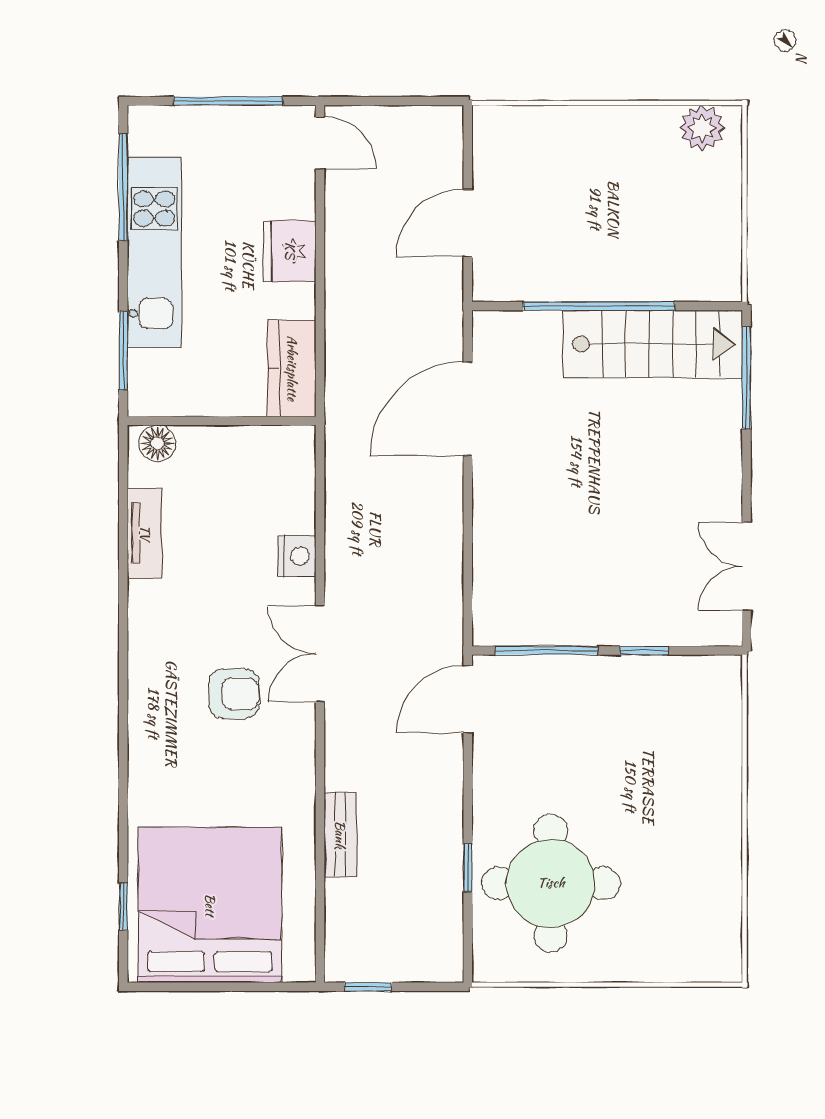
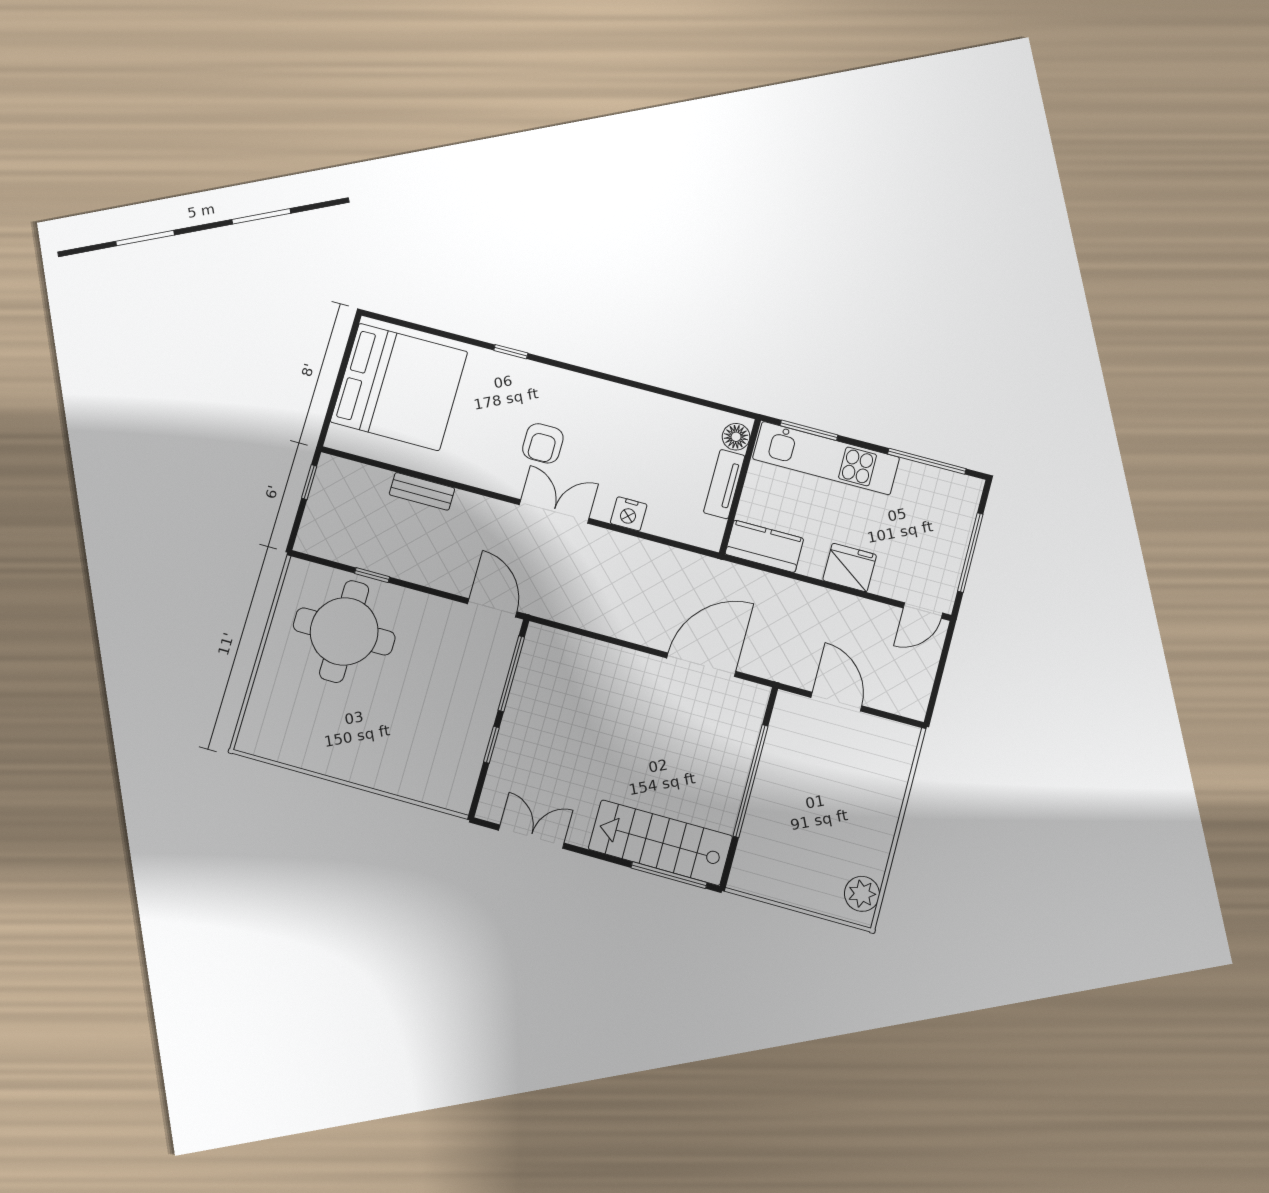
kitchen unit: (154, 253) -> (826, 458), moved
stairs: (653, 344) -> (660, 843), moved, turned 90
door: (468, 409) -> (701, 665), hinge flipped
tv unit: (145, 533) -> (724, 484), moved, turned 90
window: (123, 907) -> (511, 352), moved

